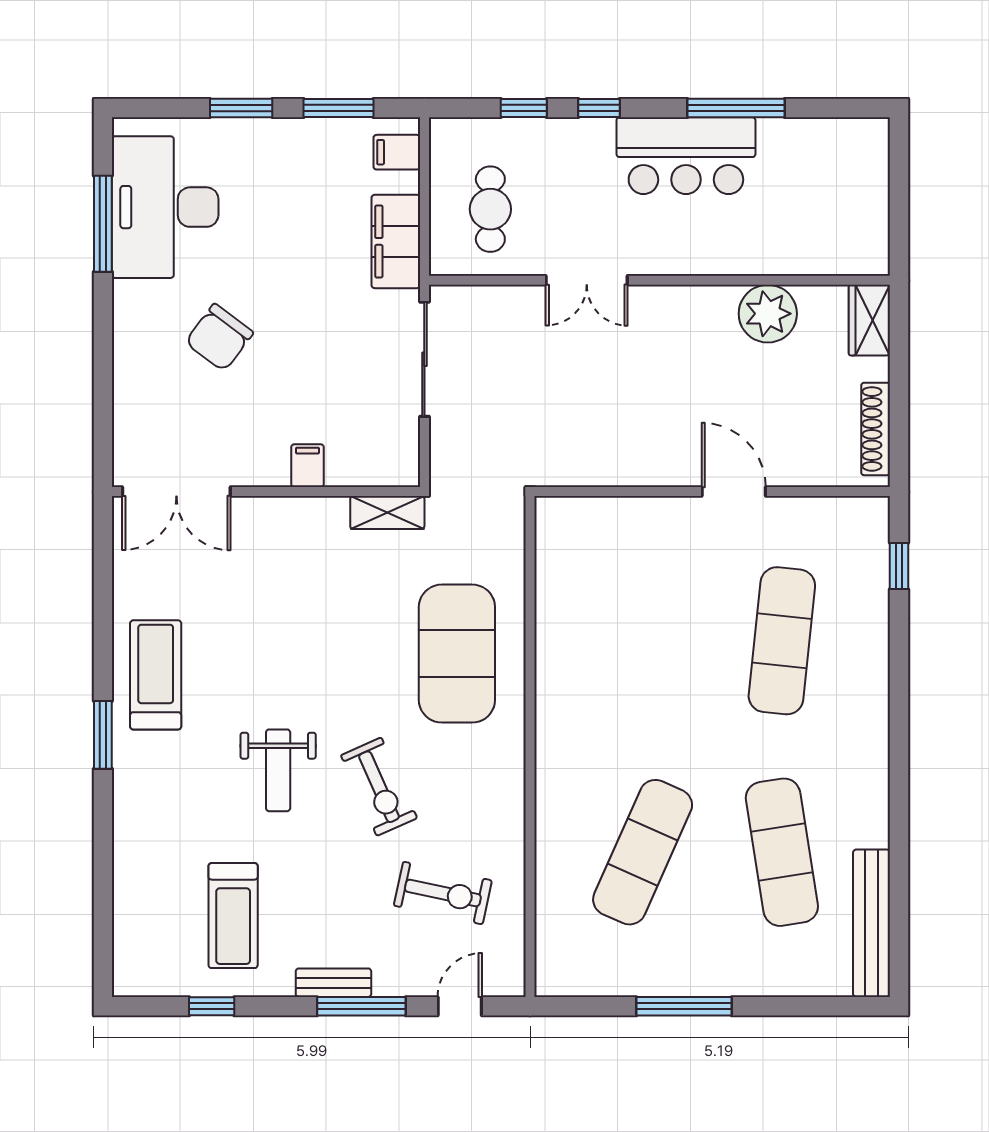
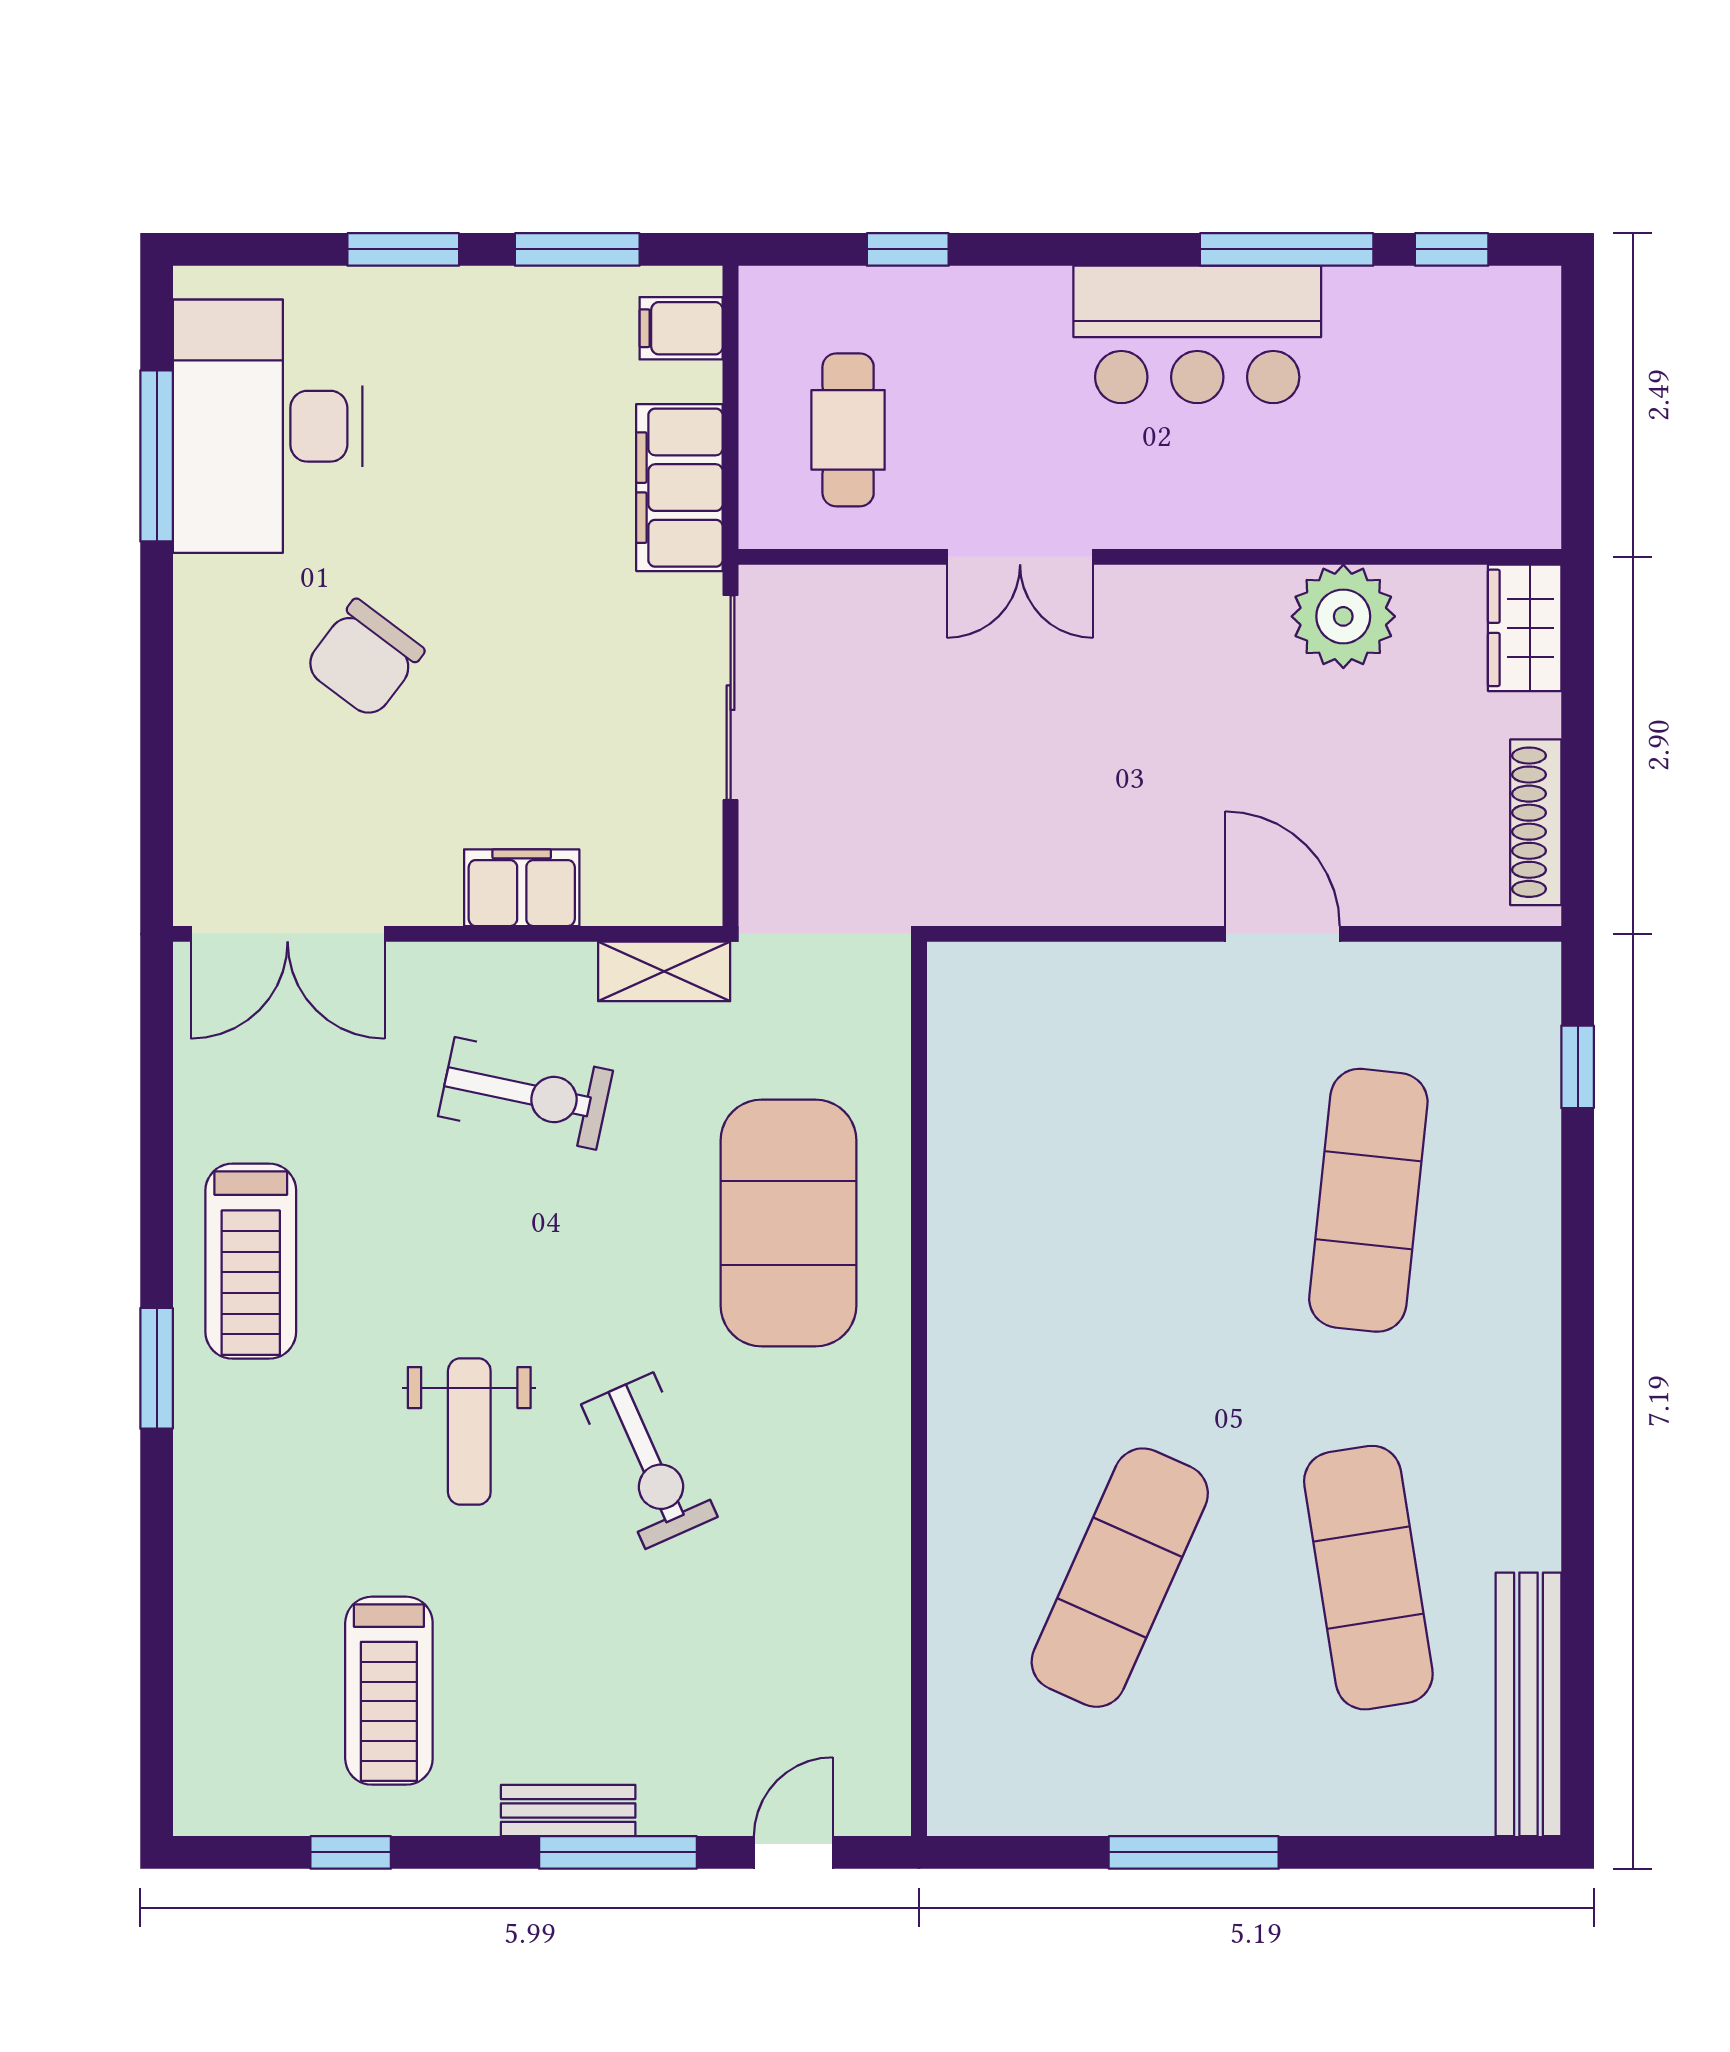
window: (599, 108) -> (1452, 249), moved
filing cabinet: (307, 466) -> (522, 888), width x2.00
treadmill: (156, 675) -> (251, 1261), turned 180
exercise bike: (443, 893) -> (525, 1093), moved

